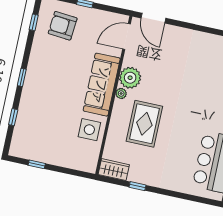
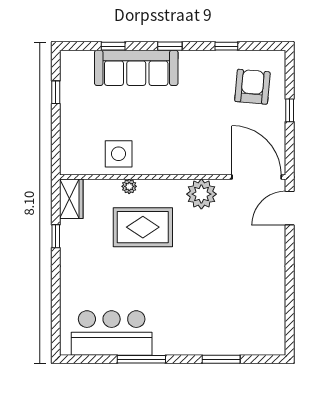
window: (34, 22) -> (226, 46), moved
door: (126, 37) -> (257, 177), width x1.36
sofa: (102, 85) -> (136, 68), moved, turned 180
plant: (121, 93) -> (129, 186), moved

